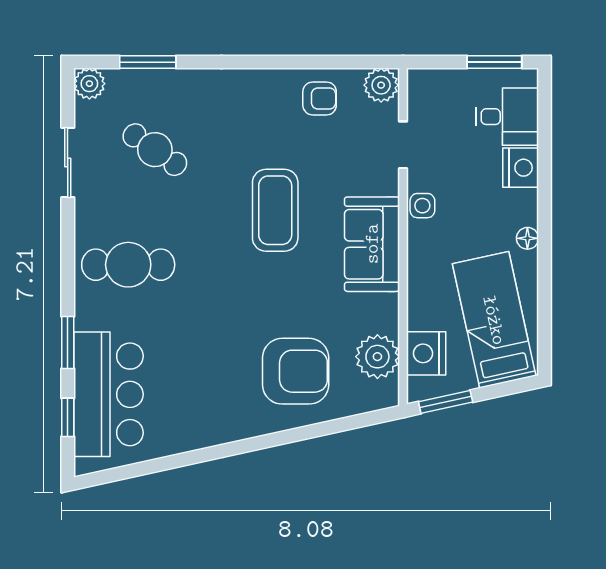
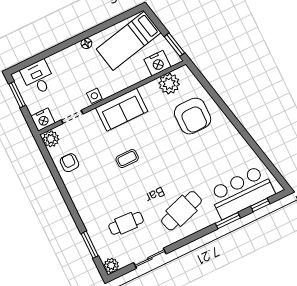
cafe table: (155, 150) -> (126, 223), turned 58
nightstand: (521, 168) -> (43, 120), moved, turned 180
coffee table: (275, 210) -> (127, 159), width x0.54, depth x0.58
cafe table: (128, 265) -> (181, 211), turned 72
armchair: (296, 371) -> (193, 116), turned 180

